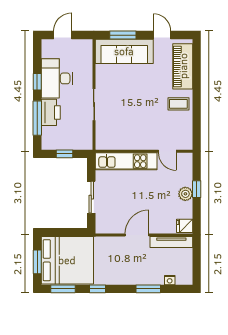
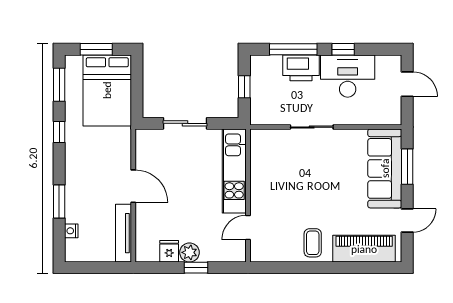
fridge: (185, 226) -> (169, 251), moved
bed: (67, 260) -> (107, 90), width x0.73

